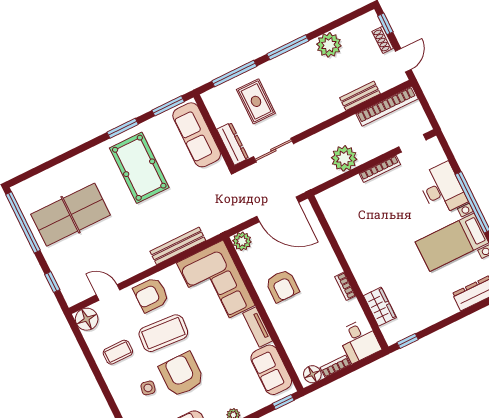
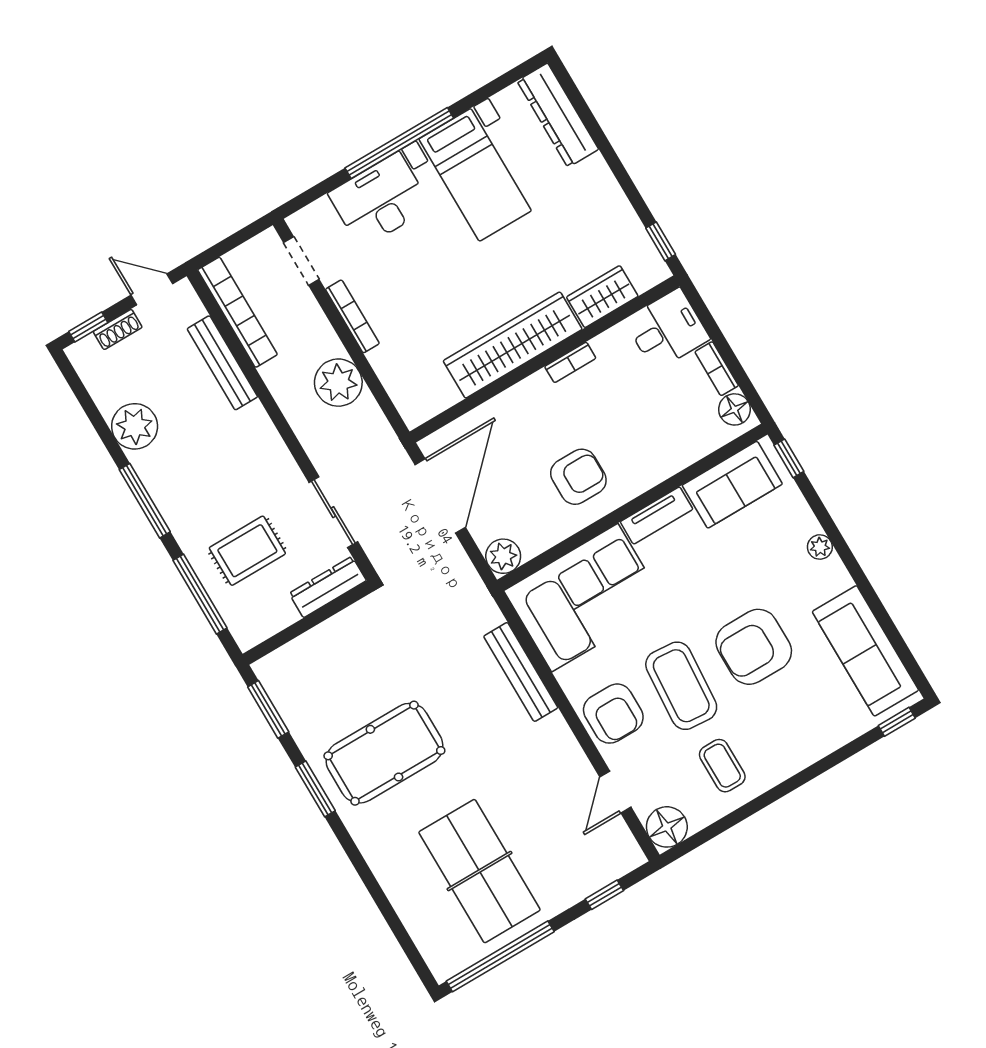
bench: (360, 96) -> (222, 363), width x1.36
sofa: (197, 135) -> (317, 654), removed
wardrobe: (357, 256) -> (513, 345), added
side table: (148, 388) -> (783, 706), removed

